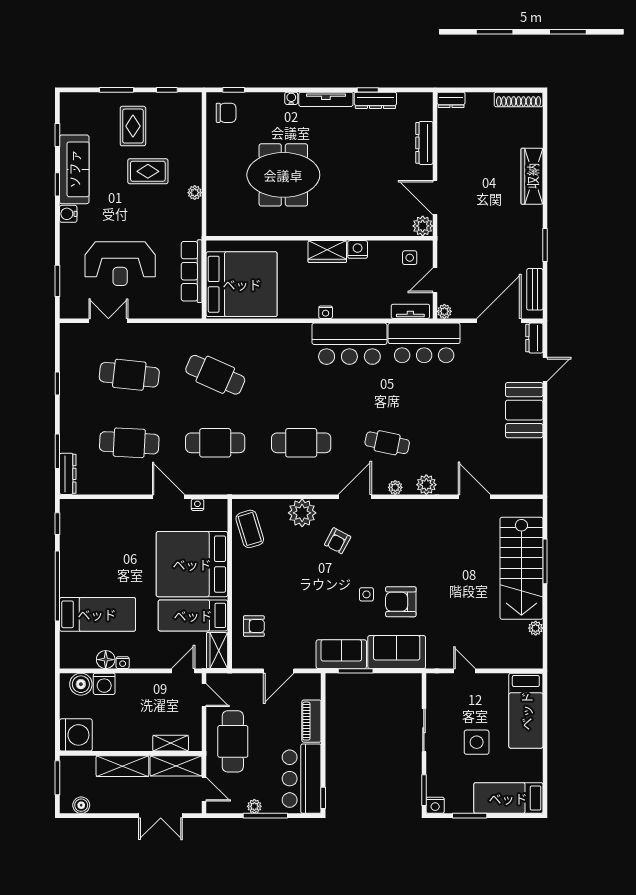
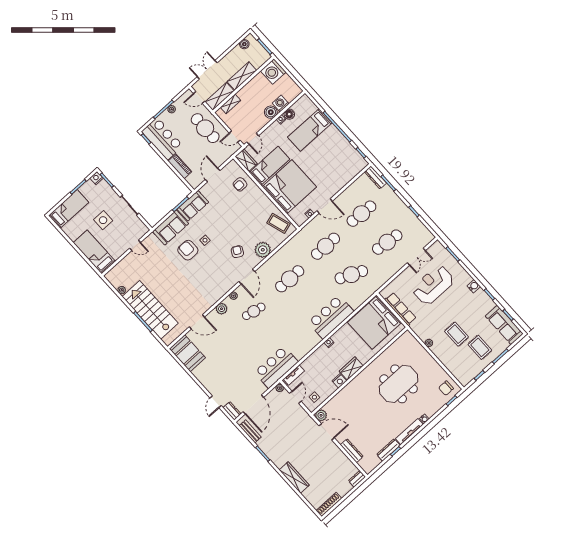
sofa: (74, 169) -> (504, 325), moved
rug: (148, 171) -> (457, 334), turned 90
bar counter: (349, 344) -> (331, 317), moved
booth: (524, 410) -> (187, 353), moved
armchair: (401, 602) -> (188, 250), turned -90
boiler: (81, 684) -> (271, 112), moved

